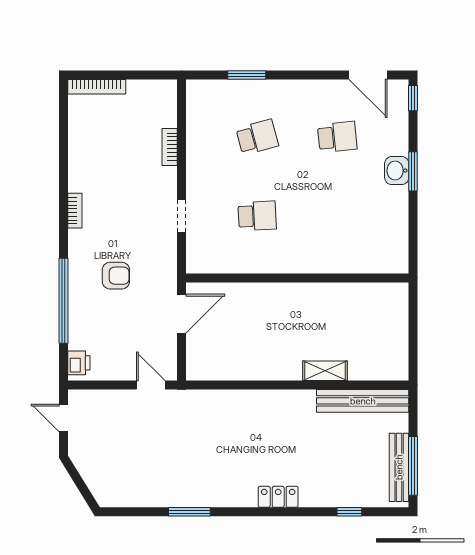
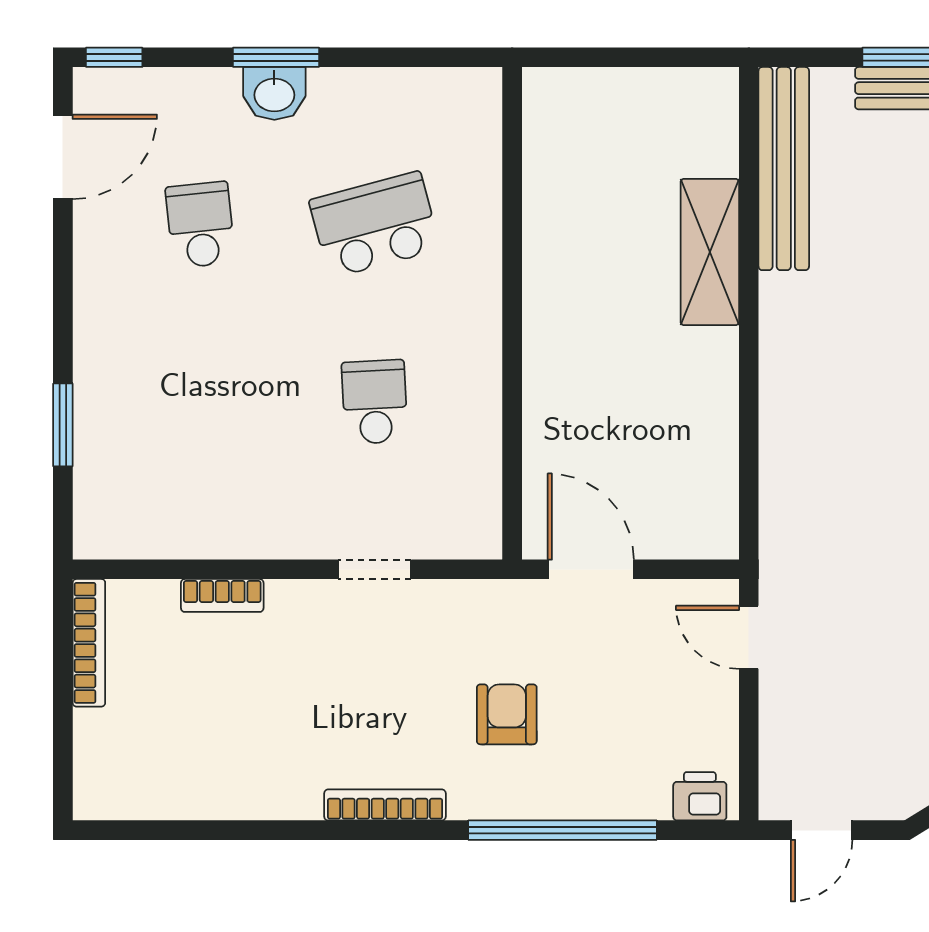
bookcase: (97, 87) -> (89, 643), moved
school desk: (257, 137) -> (375, 225), moved, width x1.85
bookcase: (75, 211) -> (385, 805), width x1.56
shelving: (325, 371) -> (710, 252), width x1.50, depth x1.33
door: (151, 385) -> (749, 637), hinge flipped

